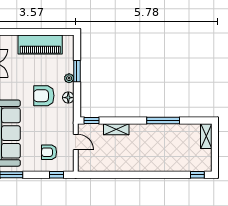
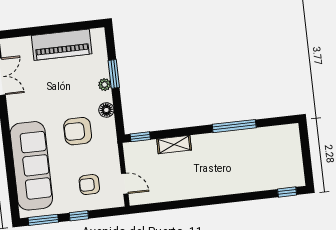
armchair: (44, 96) -> (78, 131), moved
shelving: (206, 136) -> (293, 140), removed
door: (76, 142) -> (125, 184), moved
window: (56, 175) -> (79, 216), moved

